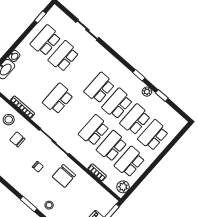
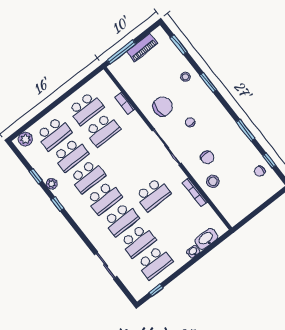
school desk: (94, 130) -> (121, 219), moved
plant: (123, 187) -> (25, 139), moved

